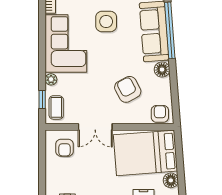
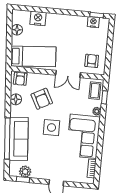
side table: (106, 21) -> (52, 128), moved
floor lamp: (162, 70) -> (16, 99), moved
double door: (95, 127) -> (68, 74), swing flipped
bed: (145, 153) -> (33, 56), width x0.67

